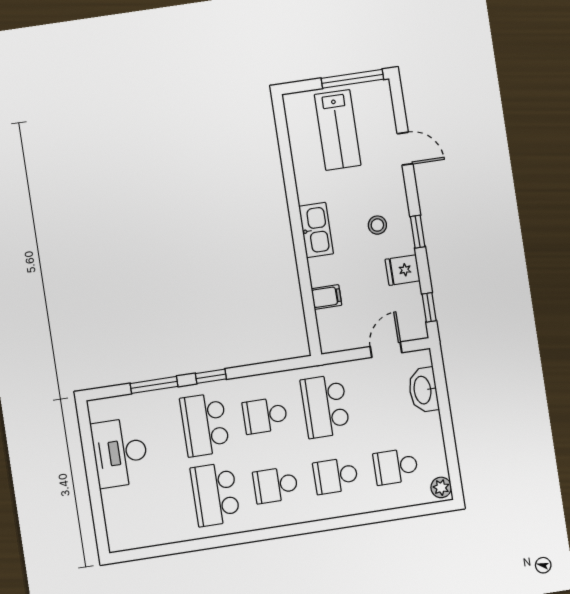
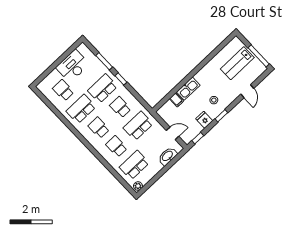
kitchen sink: (316, 230) -> (188, 89), moved
school desk: (396, 467) -> (134, 165), width x1.85
school desk: (155, 504) -> (63, 90), added

